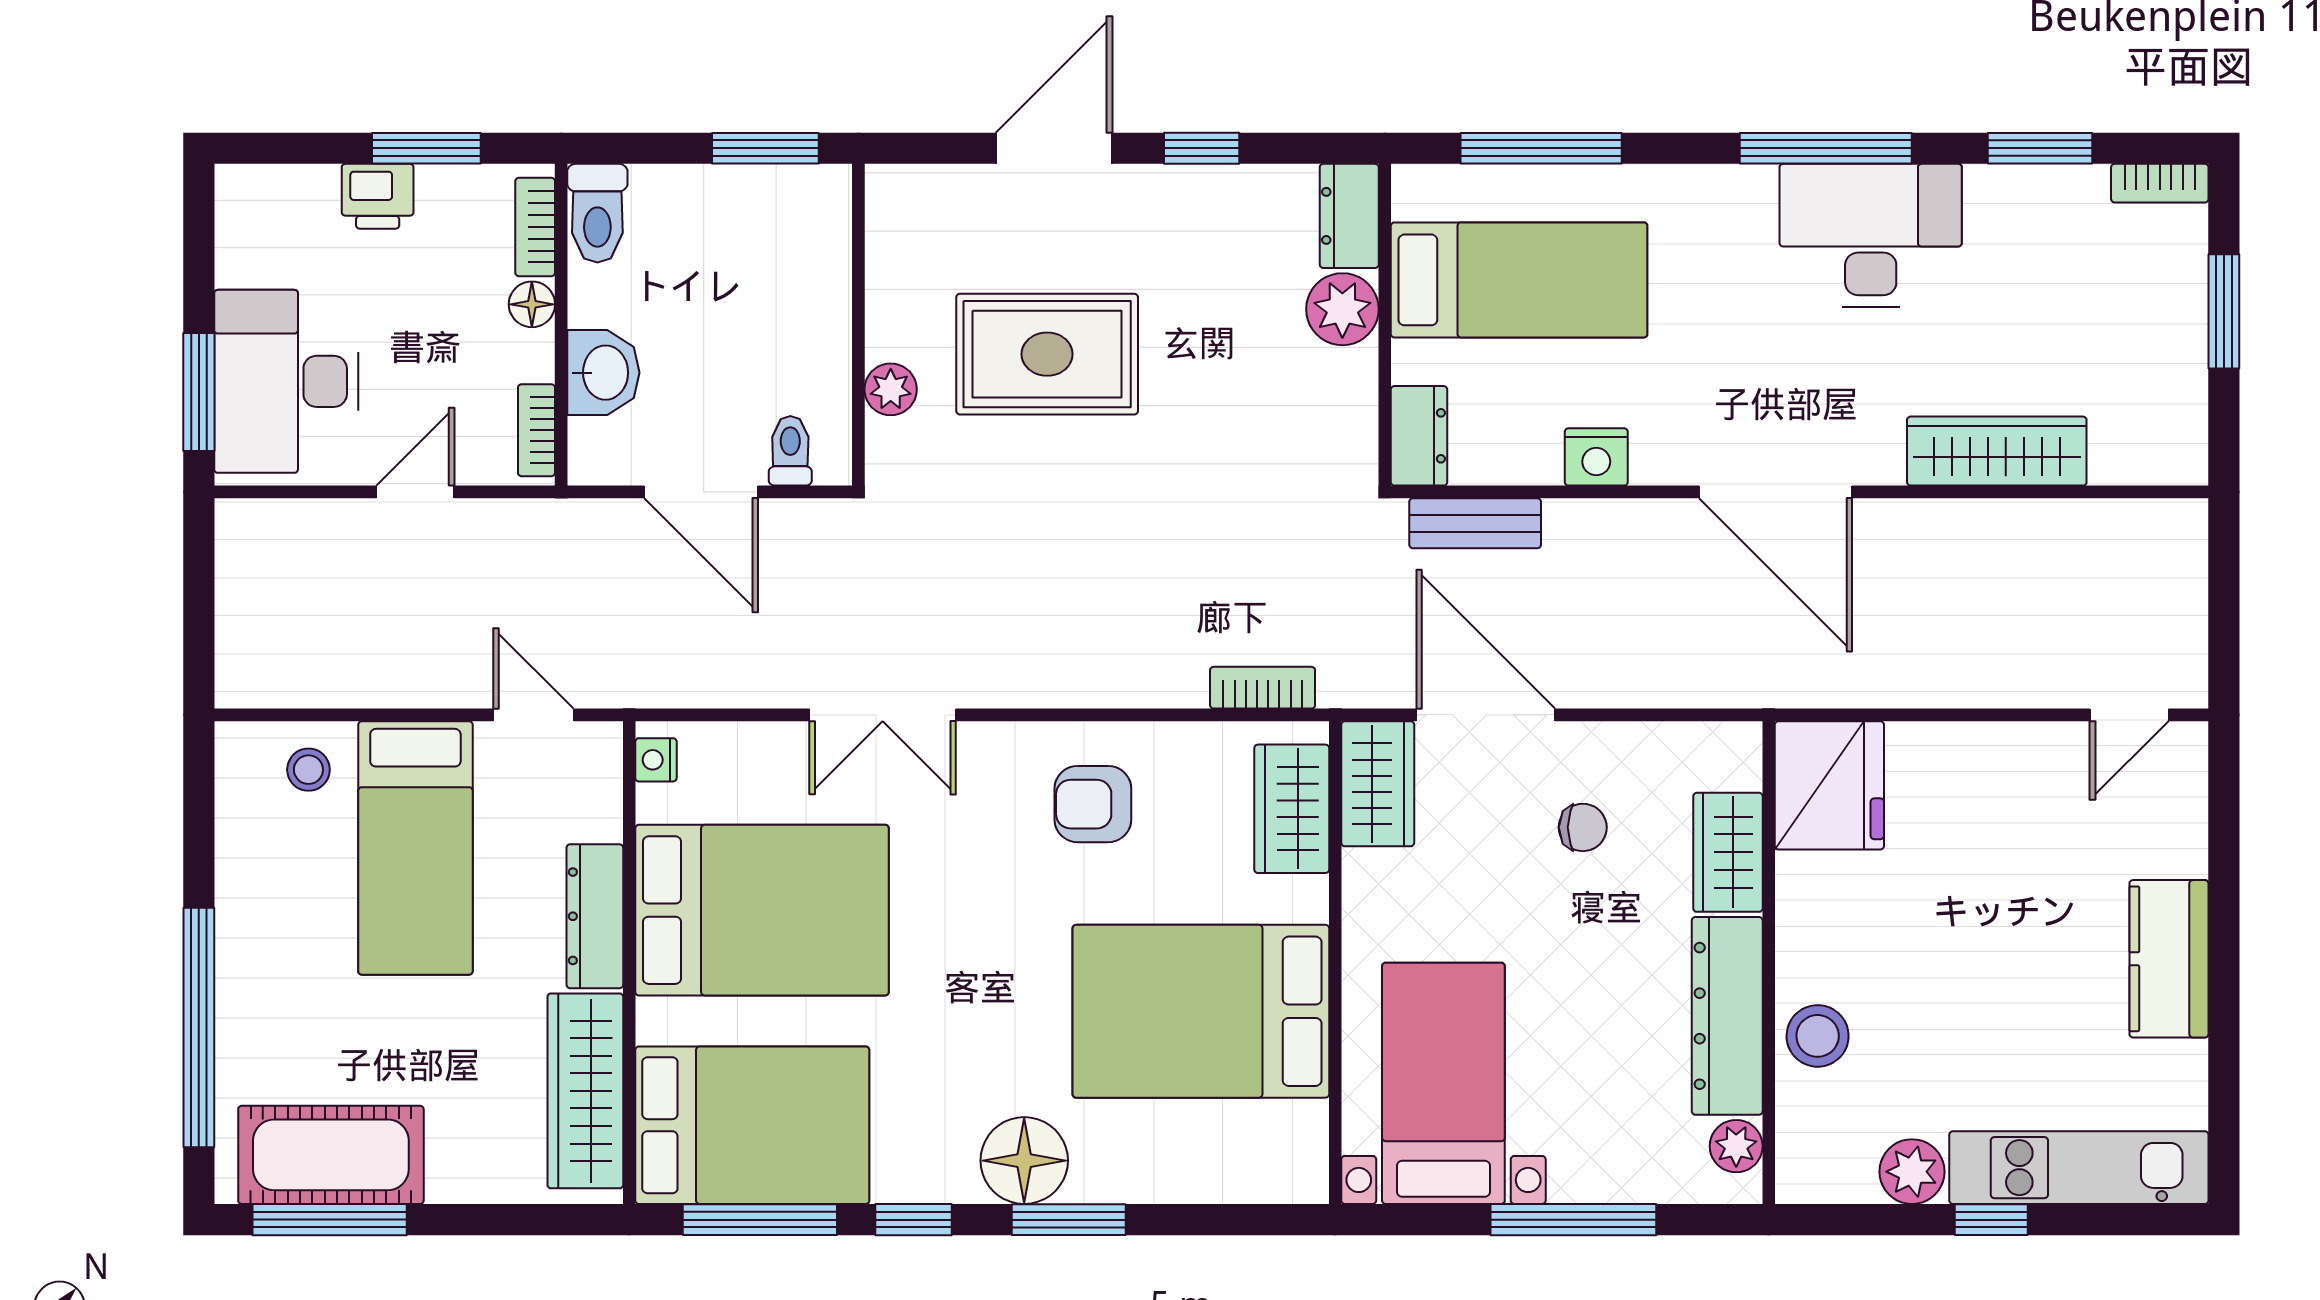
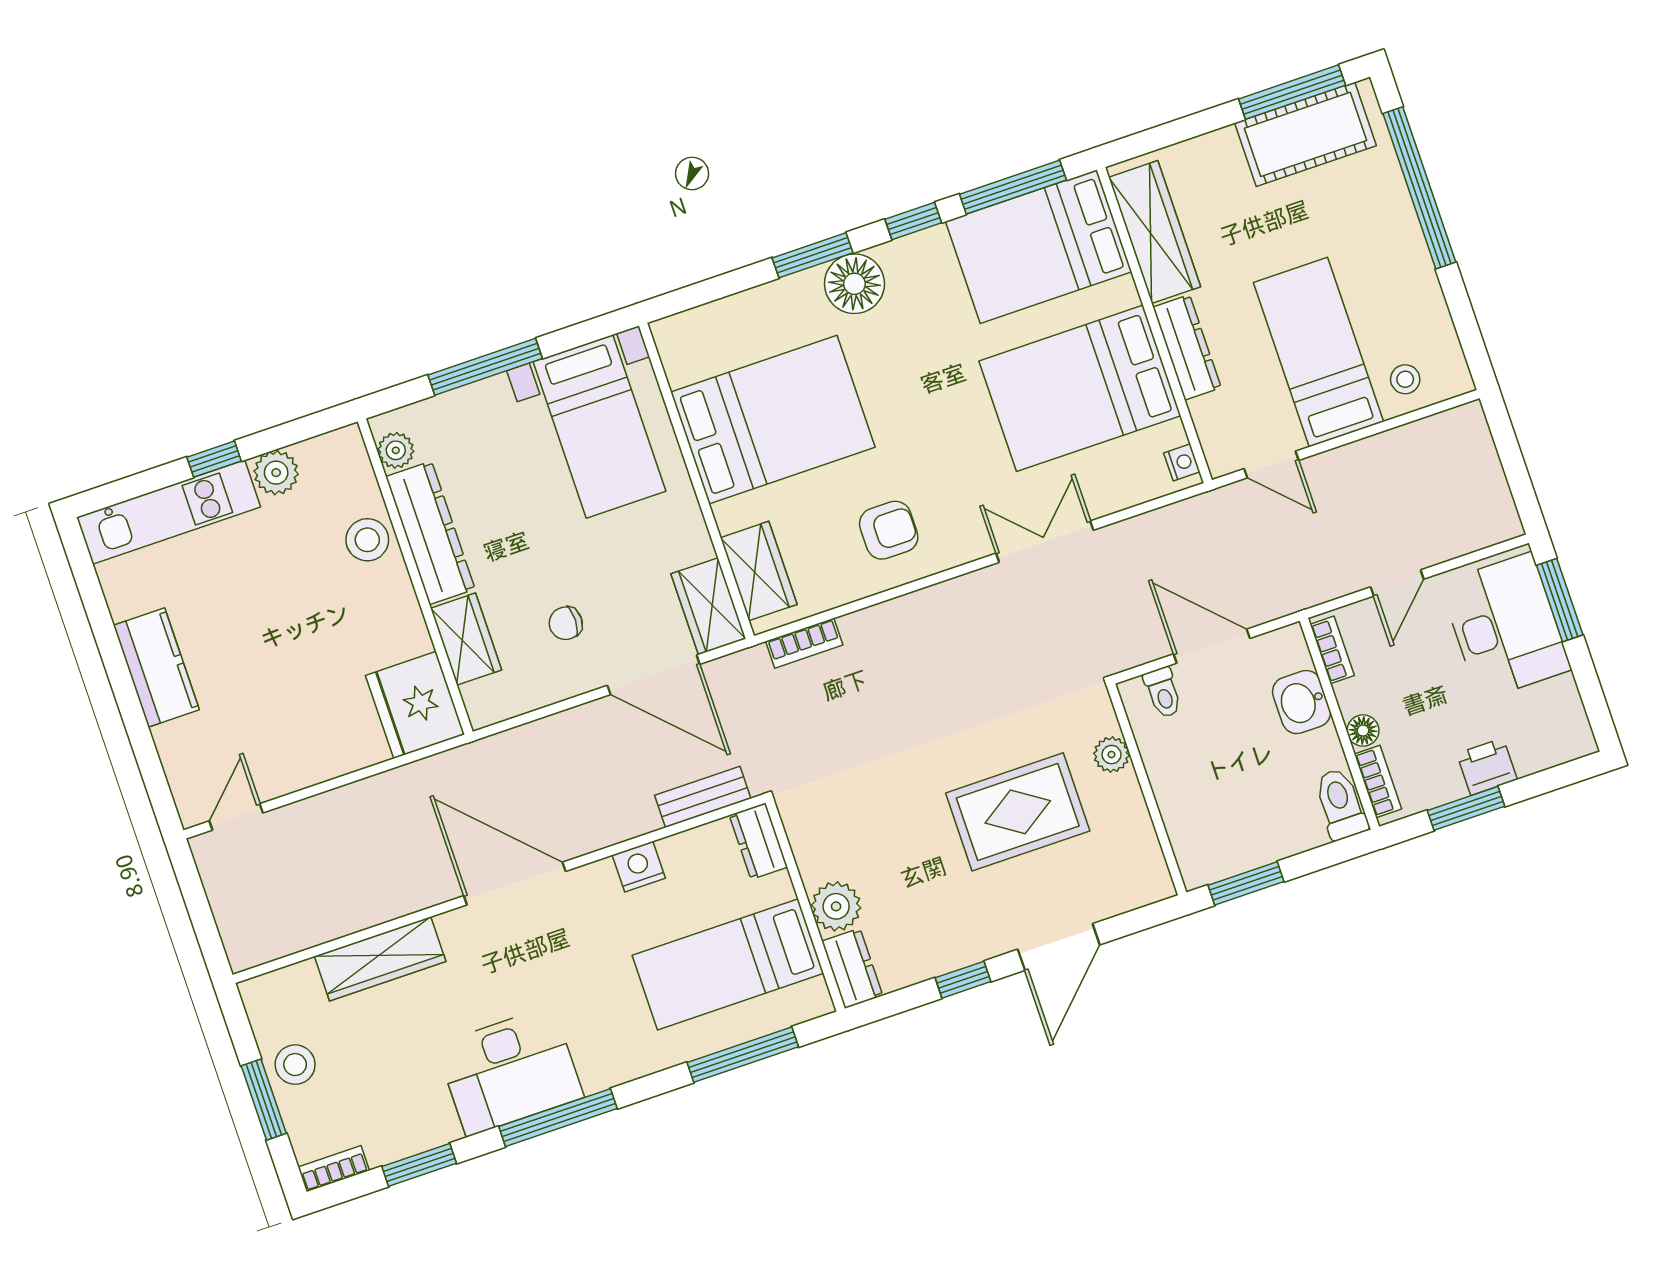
stool: (2164, 345) -> (295, 1065), added

